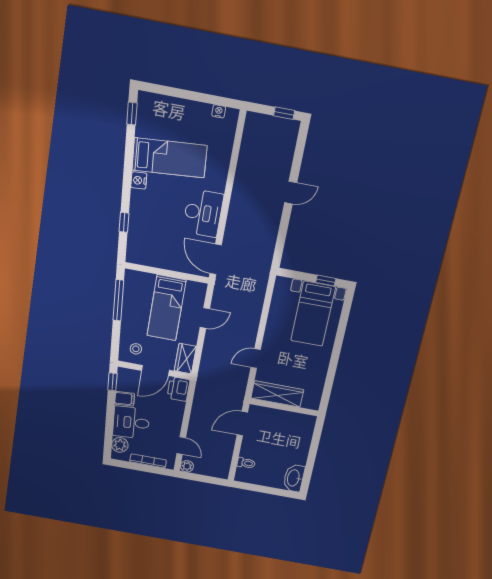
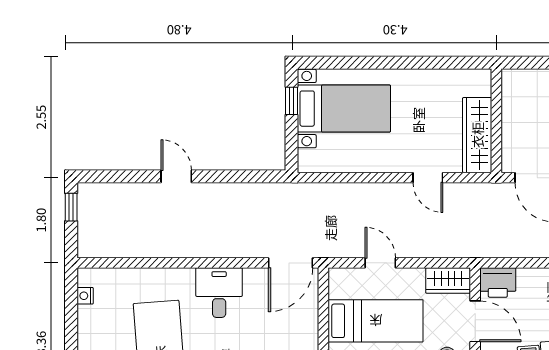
desk: (203, 213) -> (219, 293), width x0.73

